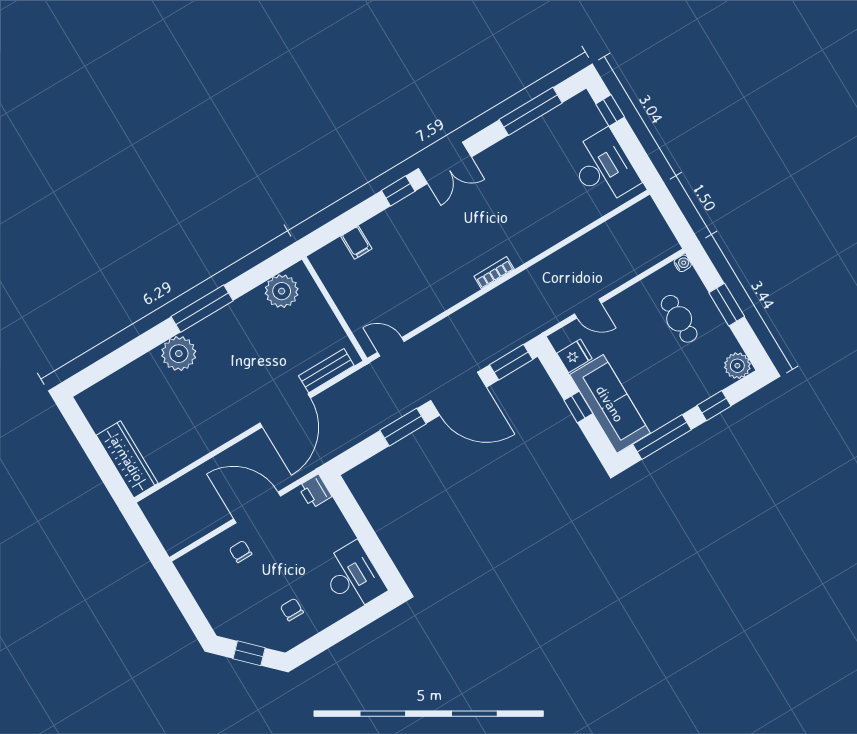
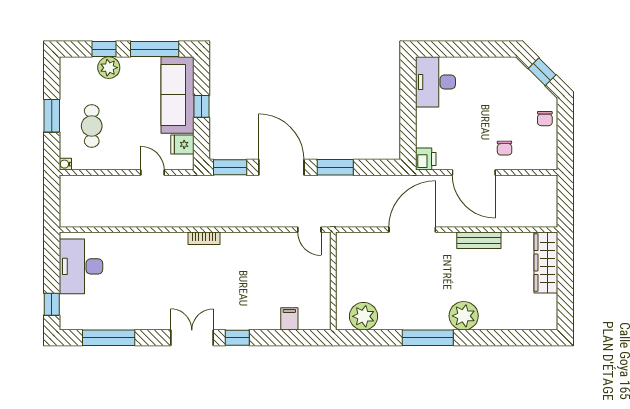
plant: (737, 366) -> (109, 68), moved
bench: (326, 371) -> (479, 240), moved
chair: (292, 610) -> (545, 119), moved

